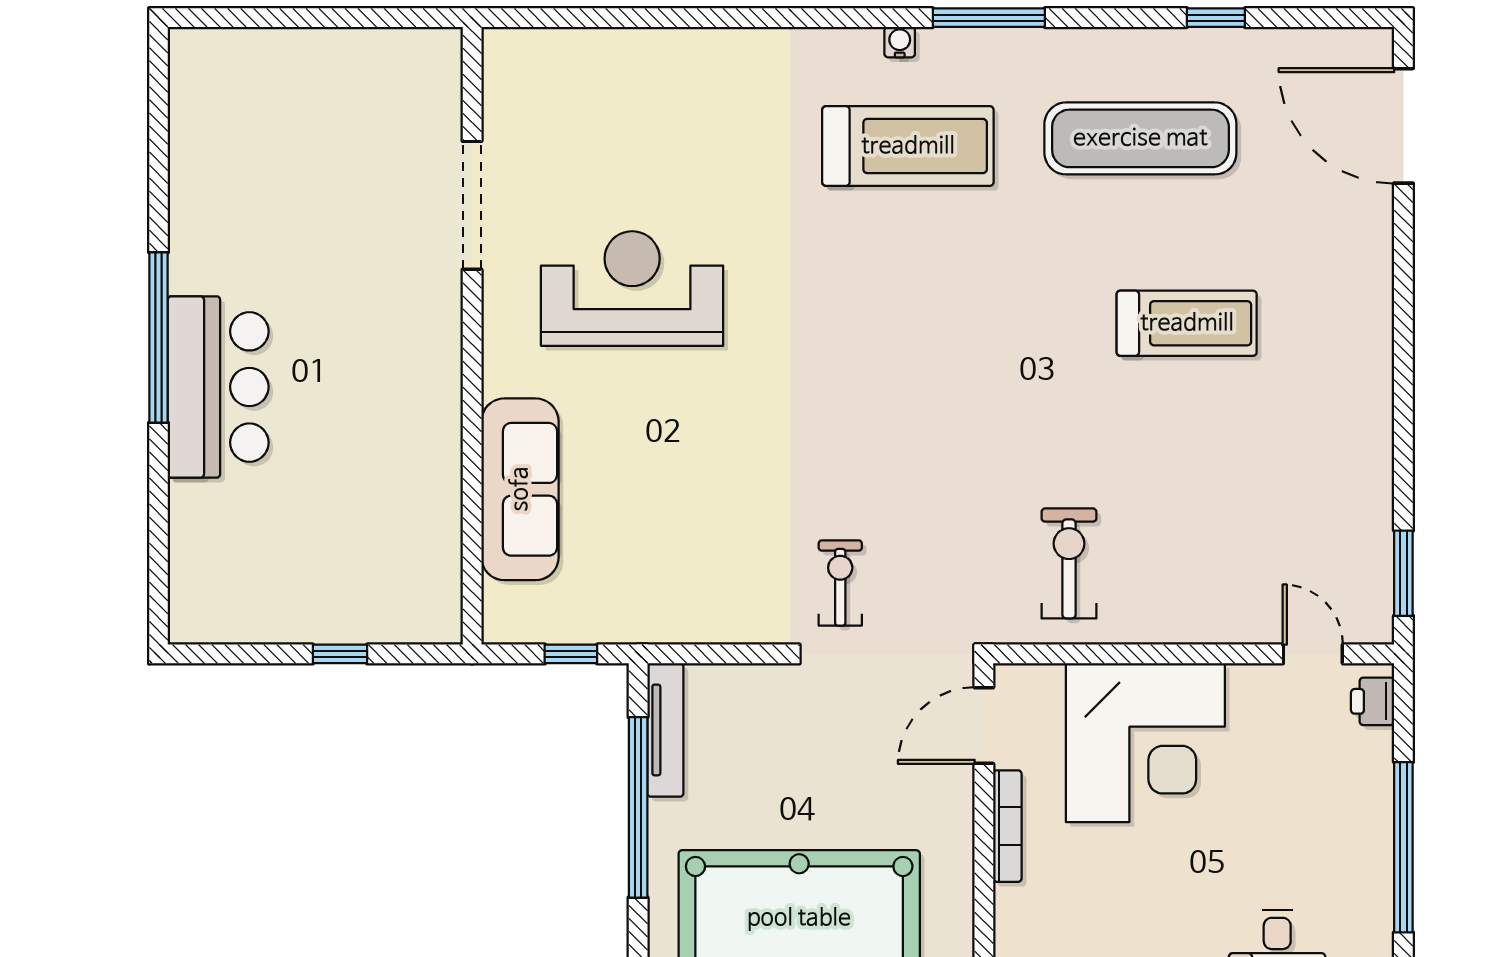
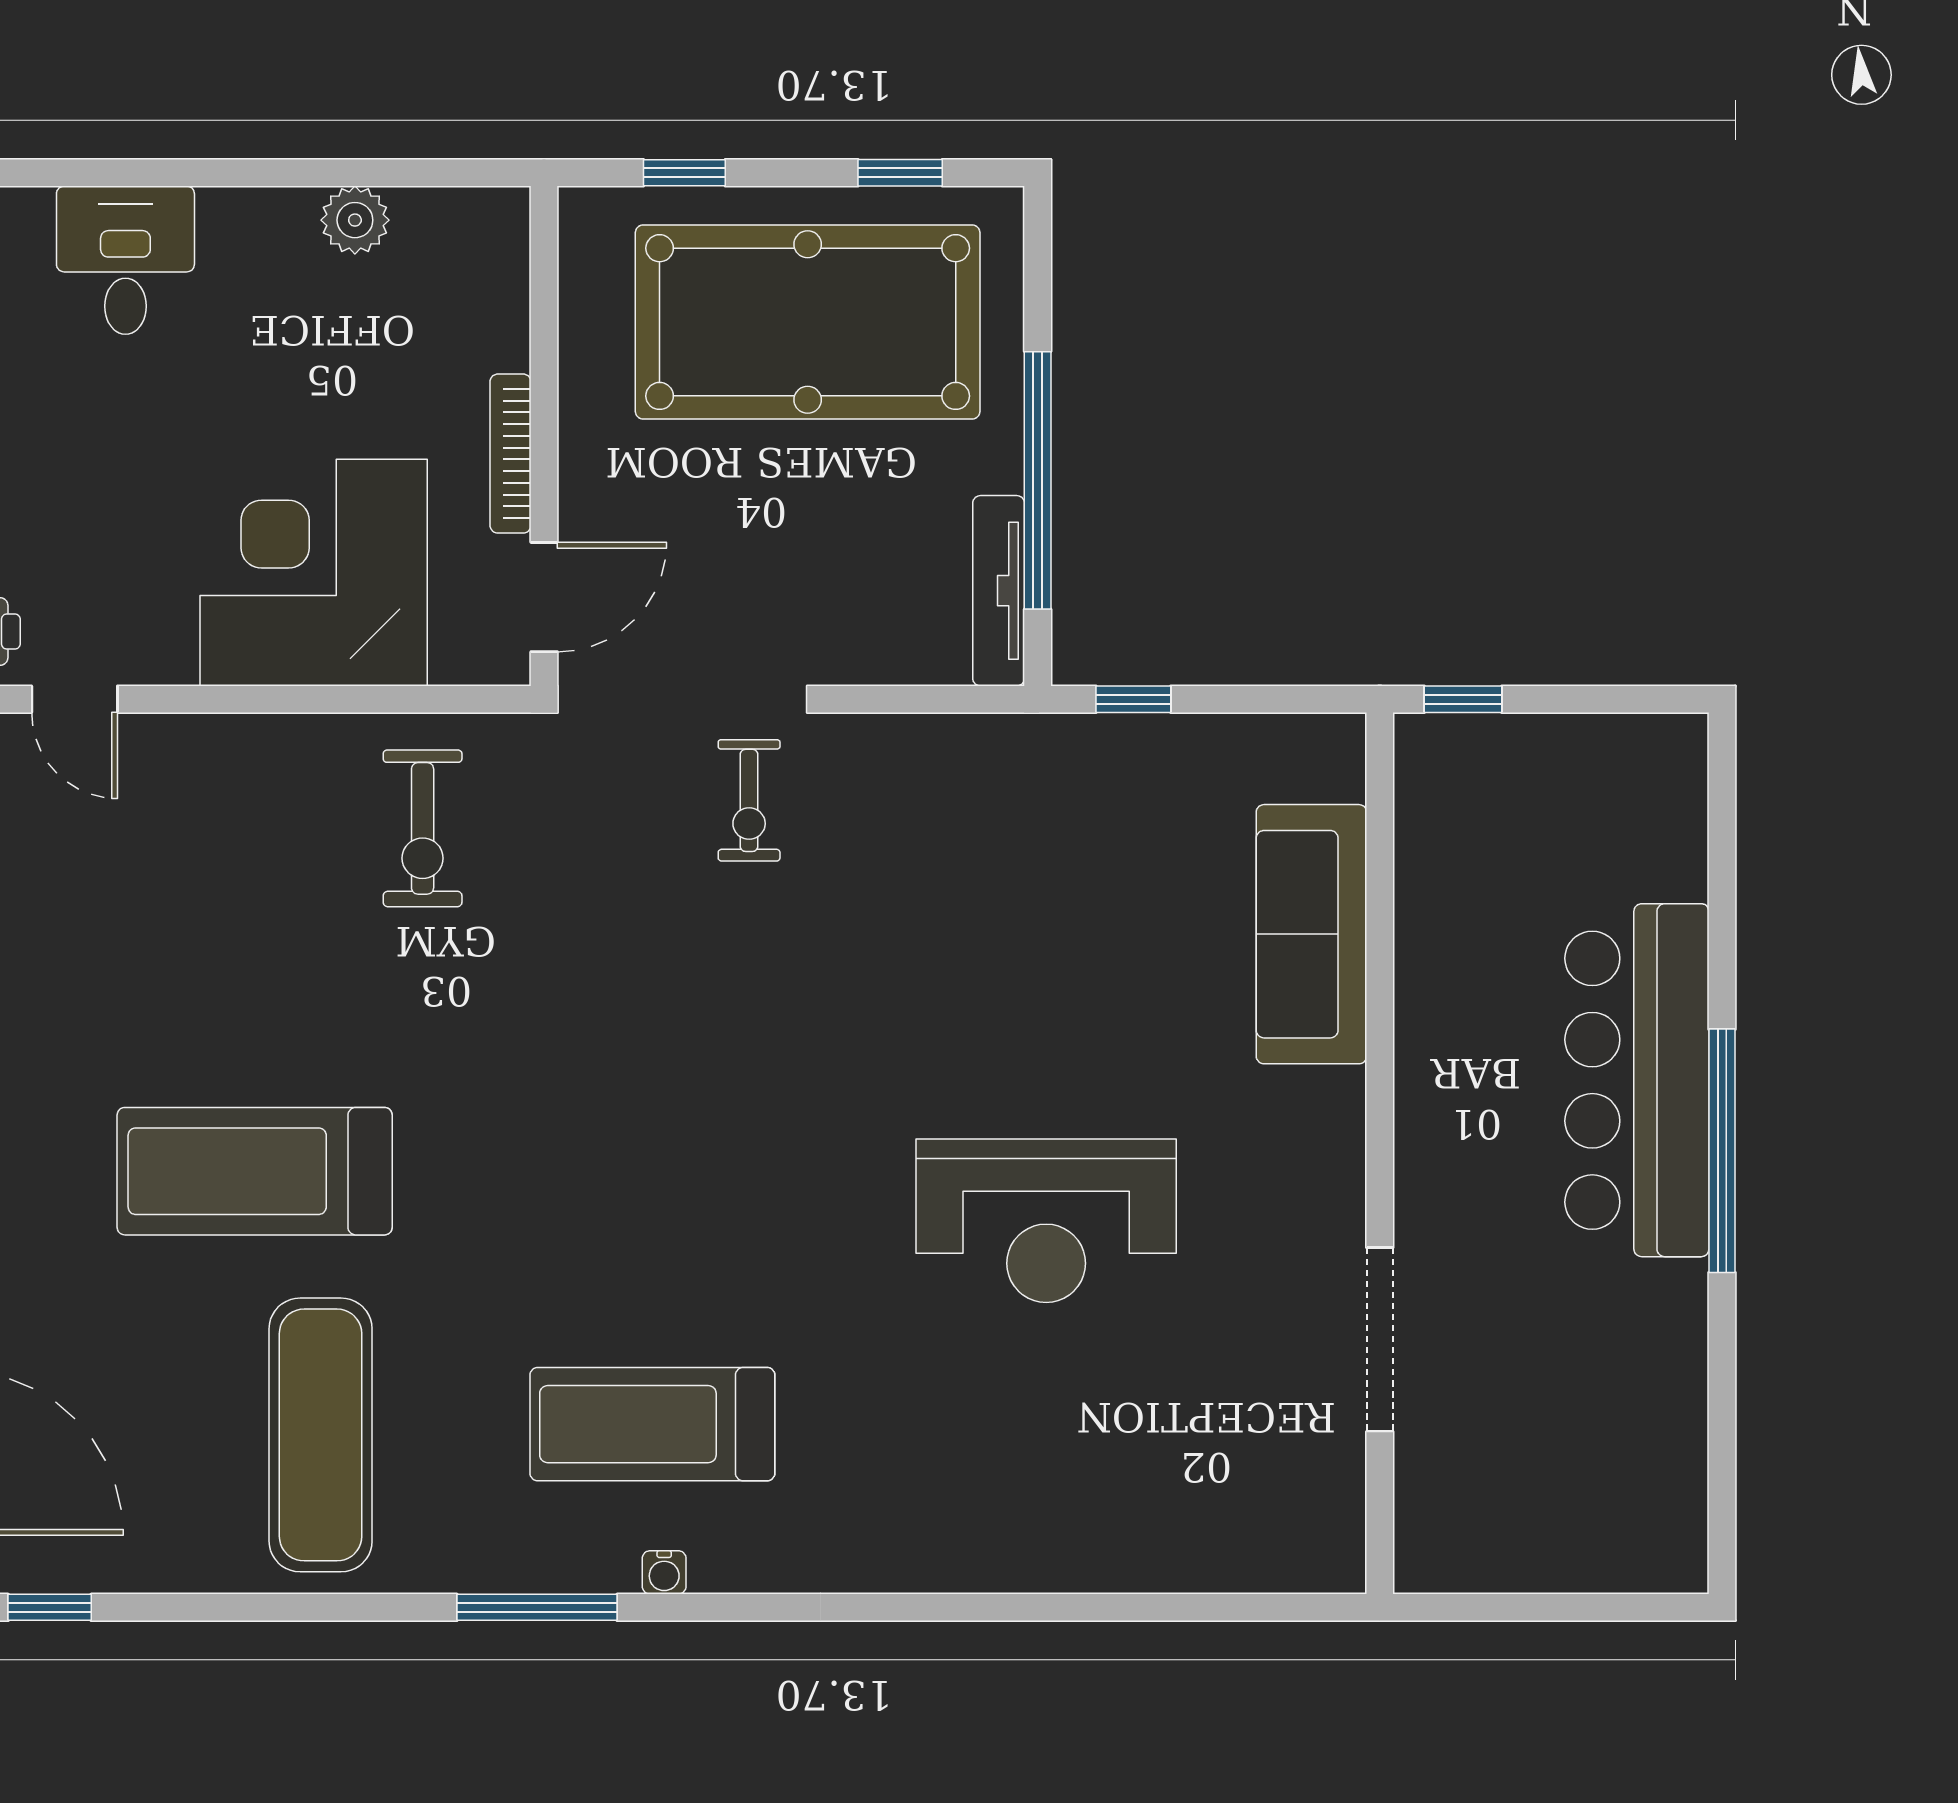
window: (1216, 18) -> (50, 1607), moved
exercise mat: (1140, 138) -> (321, 1435), turned 90
doorway: (472, 205) -> (1380, 1340), moved
treadmill: (1187, 323) -> (255, 1171), width x1.37, depth x1.38
wall: (472, 336) -> (1380, 1153), moved
bar counter: (218, 387) -> (1637, 1080), width x1.36
sofa: (520, 489) -> (1311, 934), moved

